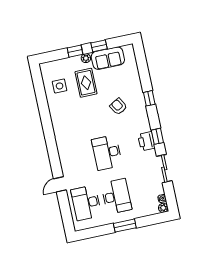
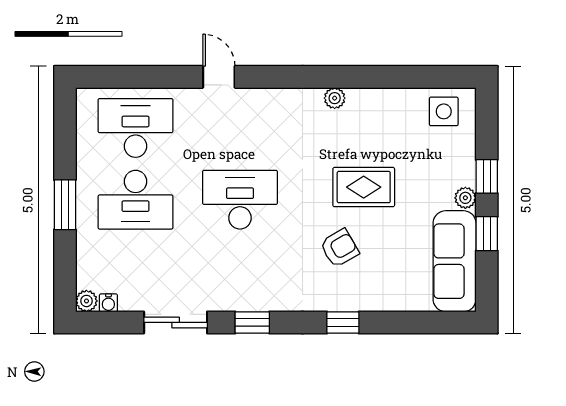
sofa: (108, 58) -> (455, 261), width x1.36
rug: (86, 83) -> (364, 187), moved
side table: (60, 86) -> (444, 111), moved
plant: (56, 122) -> (335, 98), added
printer: (146, 141) -> (246, 295), removed
door: (60, 184) -> (219, 77), moved

